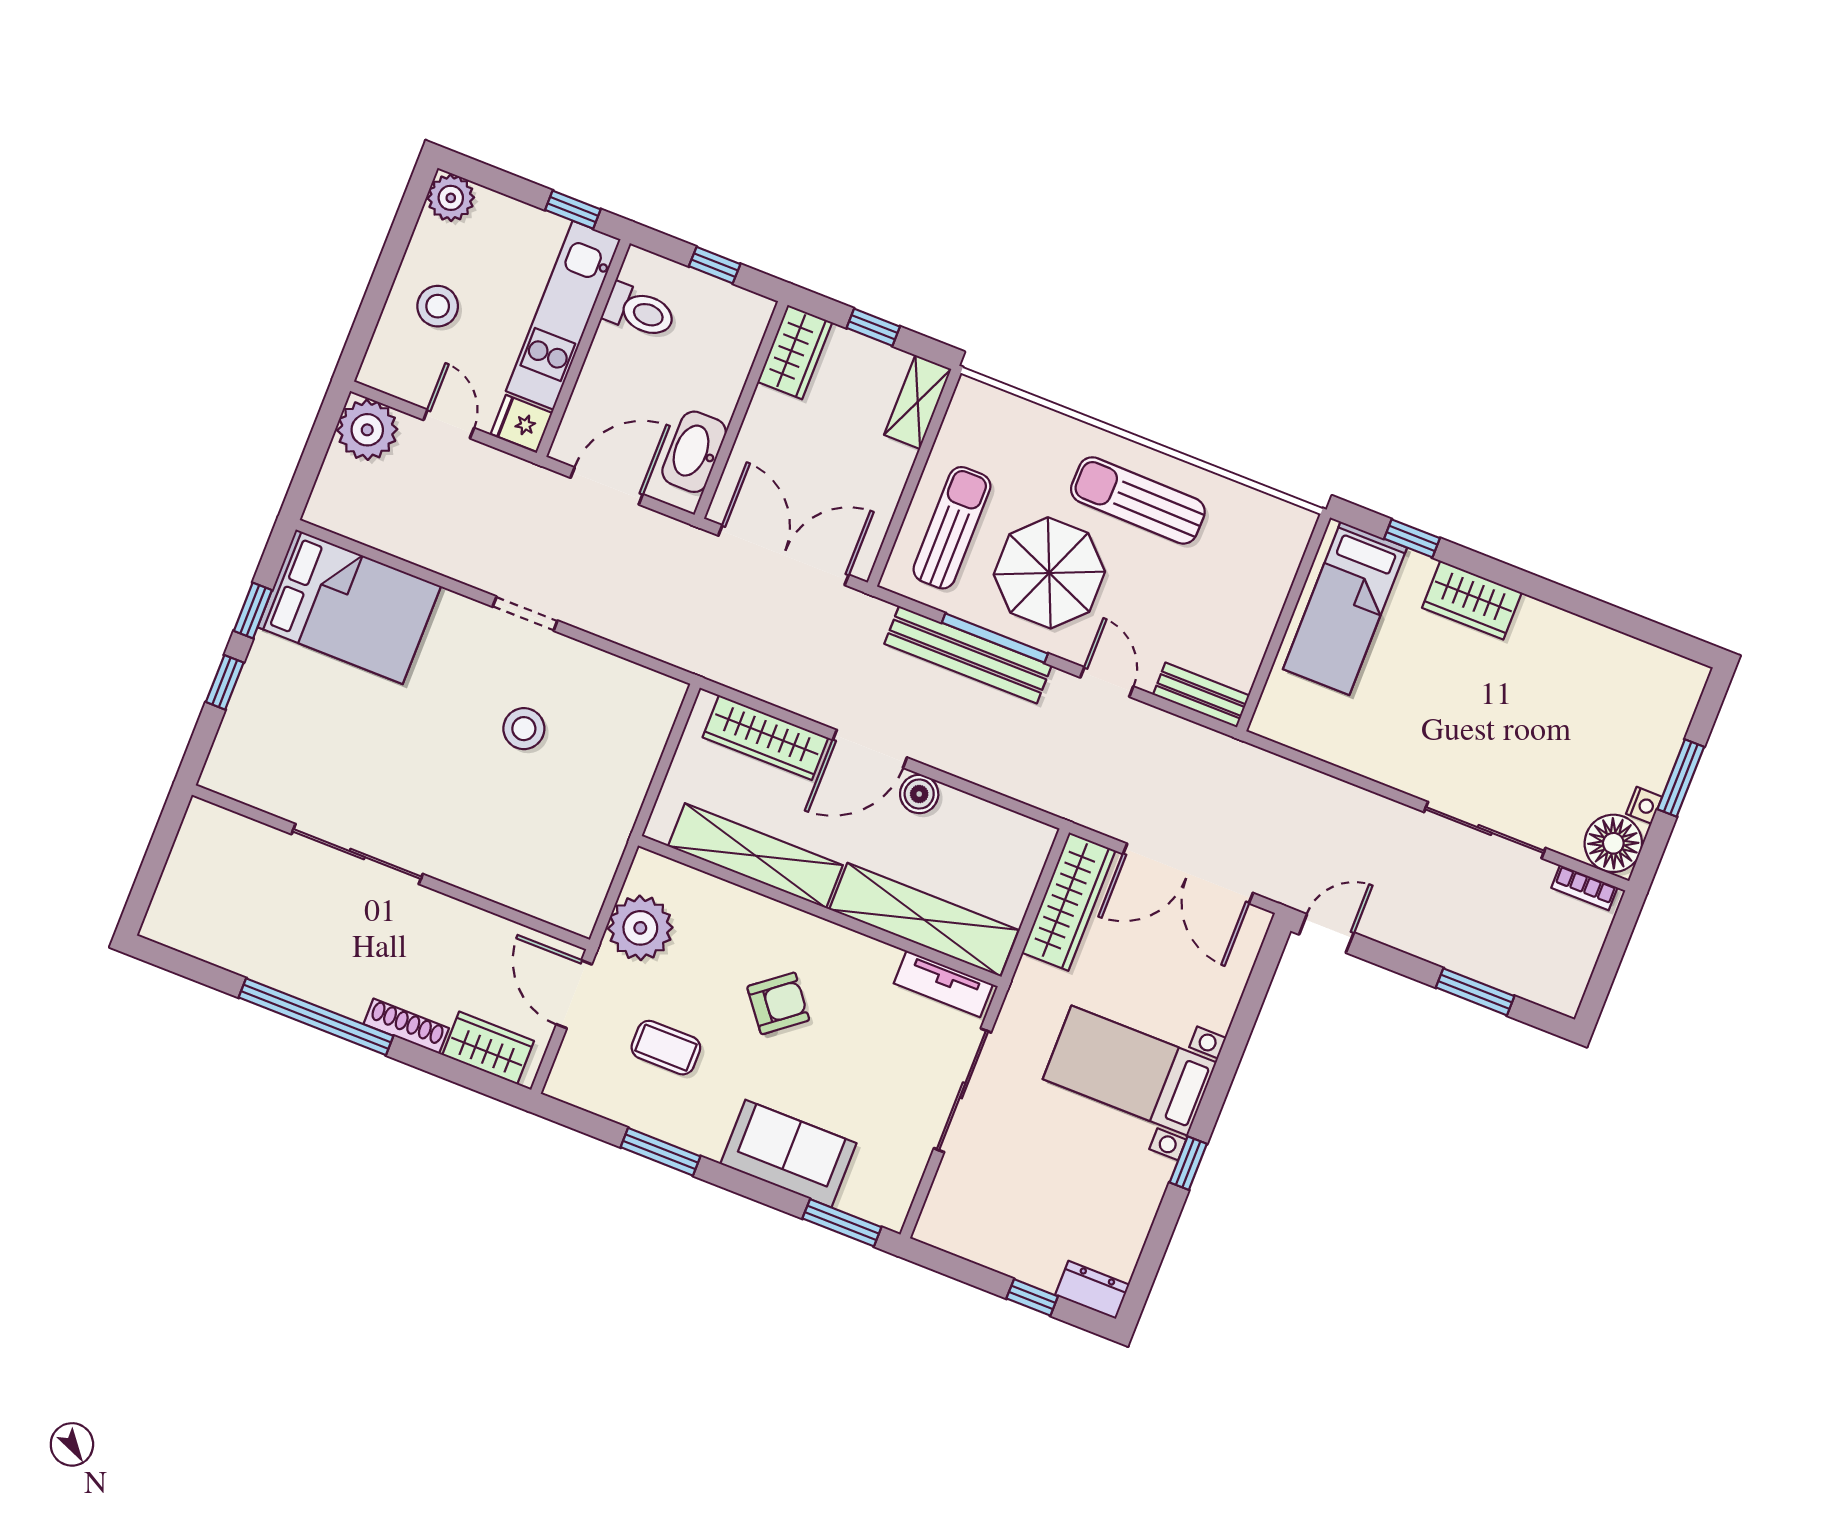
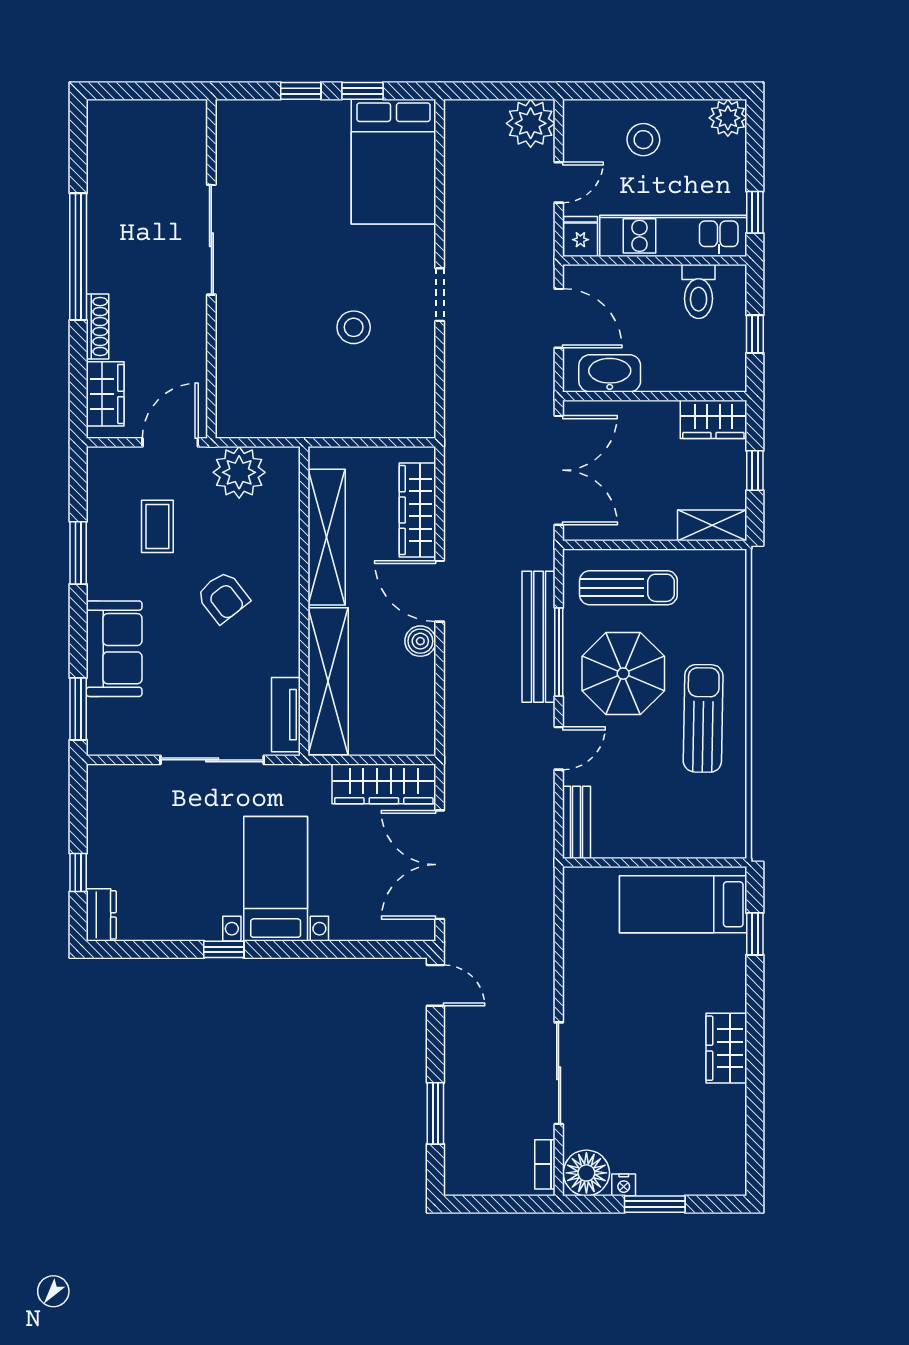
wardrobe: (1472, 600) -> (726, 1048), moved

